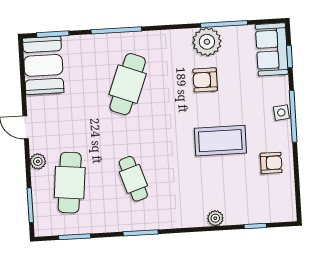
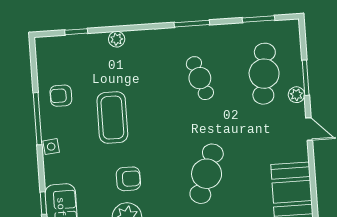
window: (293, 116) -> (37, 119), moved
coffee table: (220, 141) -> (112, 118), turned 90
window: (30, 205) -> (306, 78), moved

